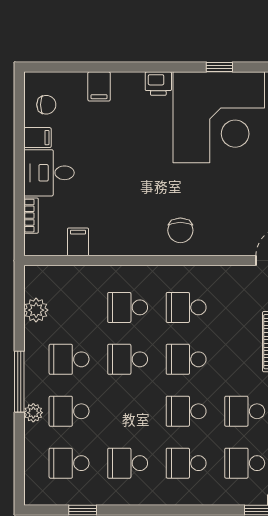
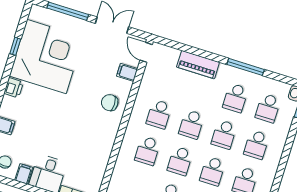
chair: (180, 230) -> (110, 103), turned 180
filing cabinet: (78, 242) -> (127, 72), moved
school desk: (128, 411) -> (212, 171), added

